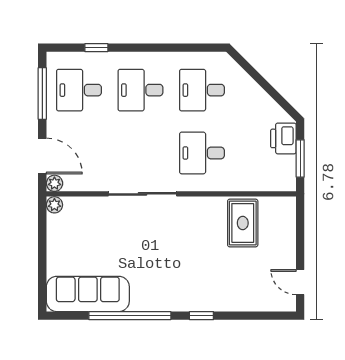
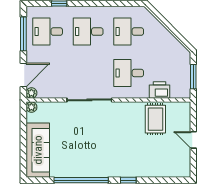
printer: (283, 138) -> (160, 90), moved, turned 90
door: (42, 156) -> (23, 75), hinge flipped
door: (300, 282) -> (193, 140), moved
sofa: (88, 294) -> (38, 150), moved, turned 90

